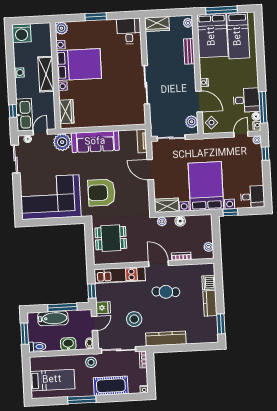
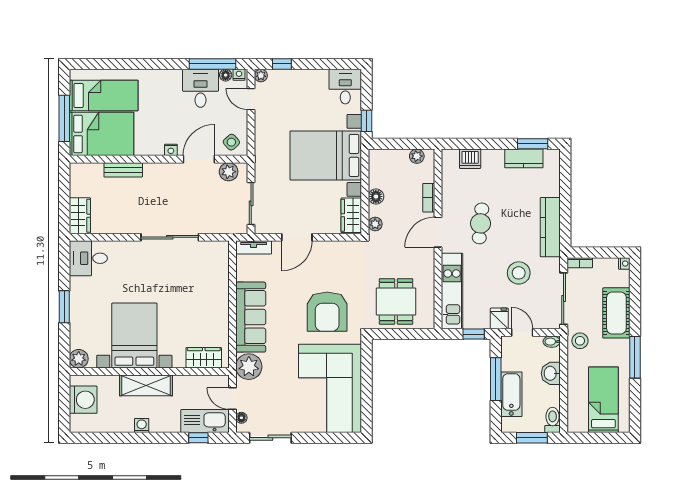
plant: (188, 23) -> (81, 169), removed
washing machine: (21, 33) -> (83, 400), moved
kitchen counter: (210, 303) -> (524, 158), moved

